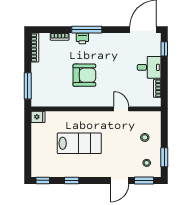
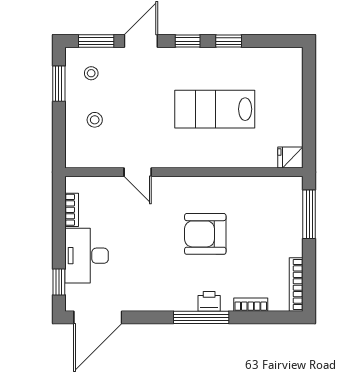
desk: (149, 67) -> (87, 256), width x1.37
window: (43, 180) -> (188, 41), moved

